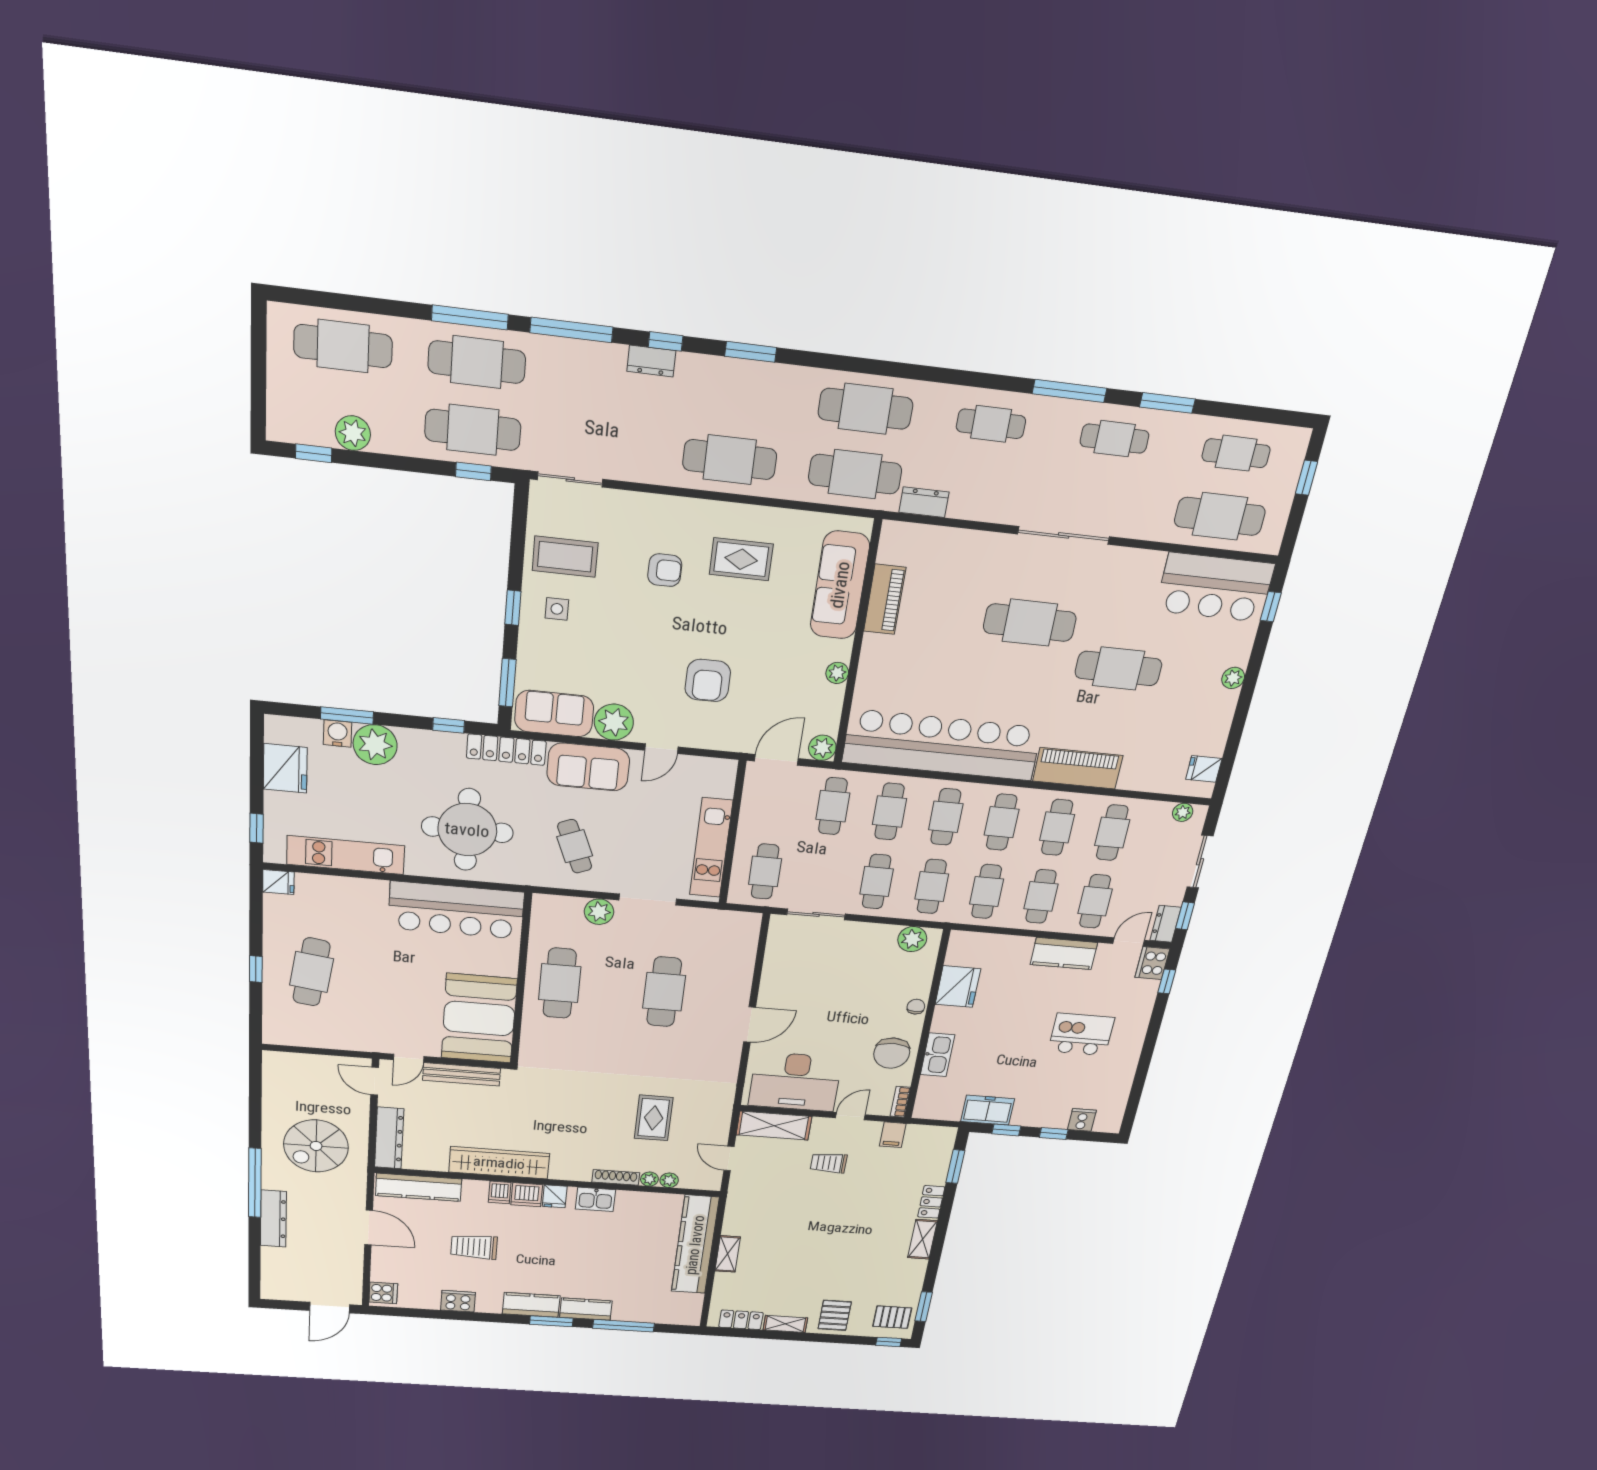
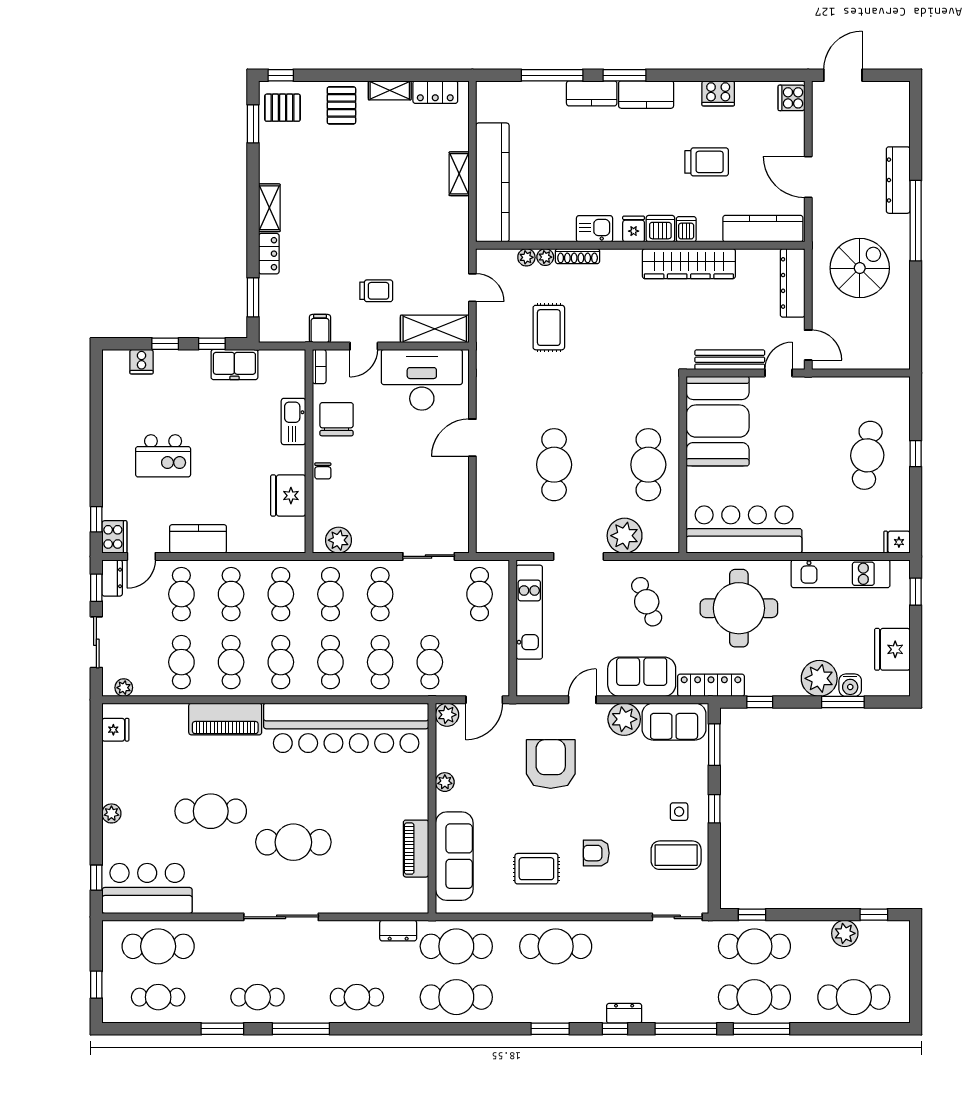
armchair: (708, 680) -> (551, 764), width x1.36, depth x1.36
plant: (599, 912) -> (625, 536), width x1.36, depth x1.36

